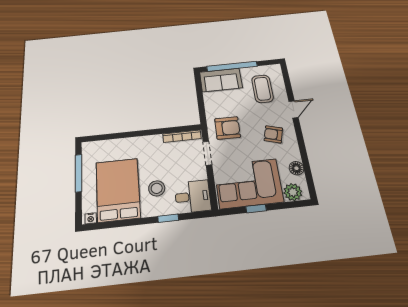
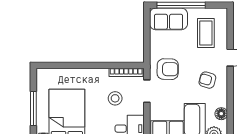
window: (78, 173) -> (33, 109), moved
stool: (157, 188) -> (115, 98), moved

